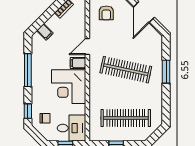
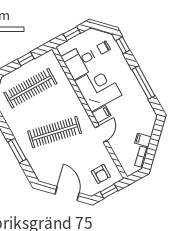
armchair: (106, 13) -> (101, 174), turned 180
filing cabinet: (45, 32) -> (143, 140), moved
desk: (71, 128) -> (80, 61), moved

